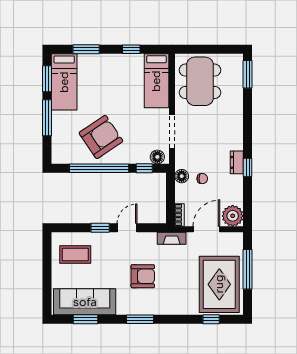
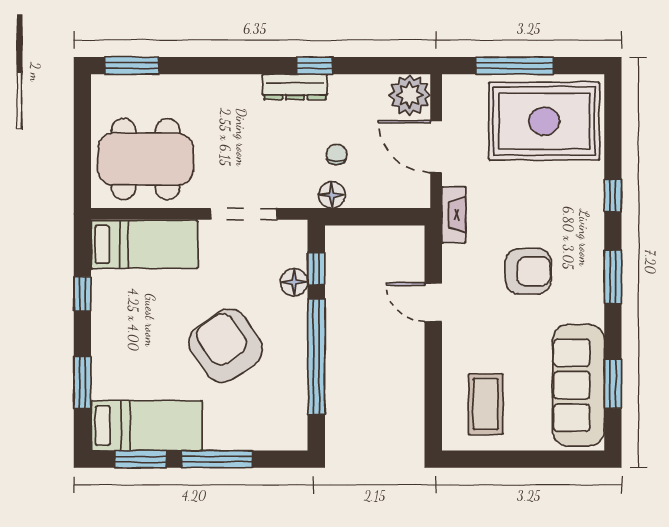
armchair: (101, 137) -> (226, 346), moved
floor lamp: (157, 157) -> (294, 282), moved
dresser: (237, 162) -> (295, 87), width x1.44
bookcase: (179, 215) -> (408, 199), removed
window: (100, 228) -> (433, 355), removed
armchair: (143, 276) -> (528, 271), turned 90
window: (211, 319) -> (613, 195), moved

